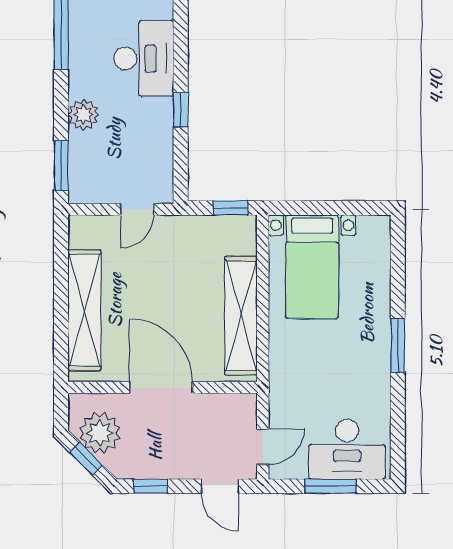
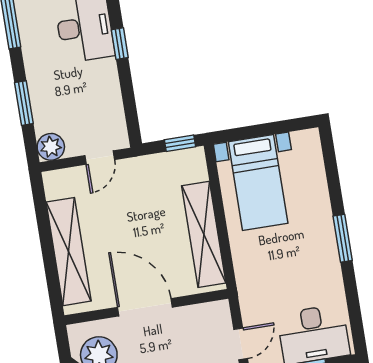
window: (181, 110) -> (120, 44), moved
plant: (84, 115) -> (51, 147), moved
window: (61, 165) -> (24, 103), moved

